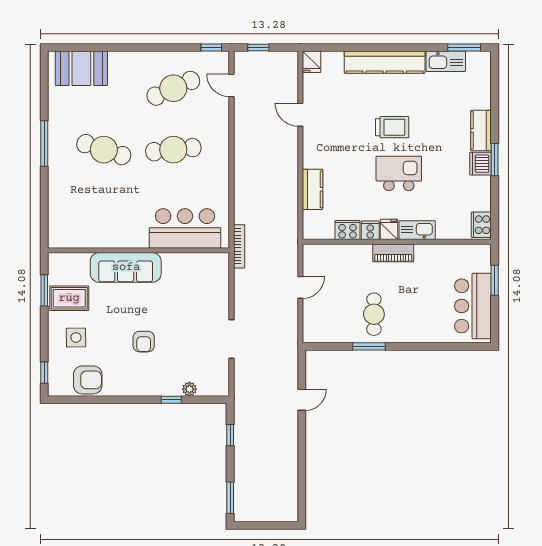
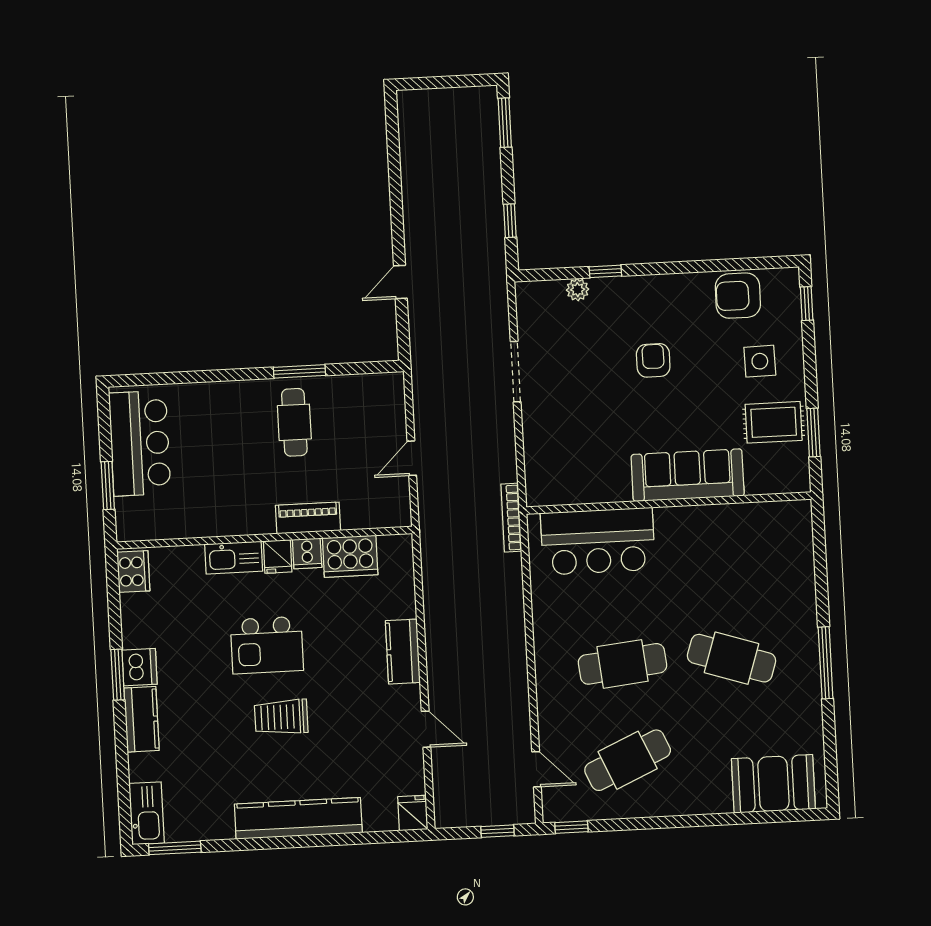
kitchen sink: (446, 61) -> (147, 813), moved, turned 90
kitchen counter: (313, 189) -> (403, 652), moved
cooker: (348, 230) -> (350, 556), width x1.37, depth x1.31
piano: (393, 253) -> (308, 518), moved

